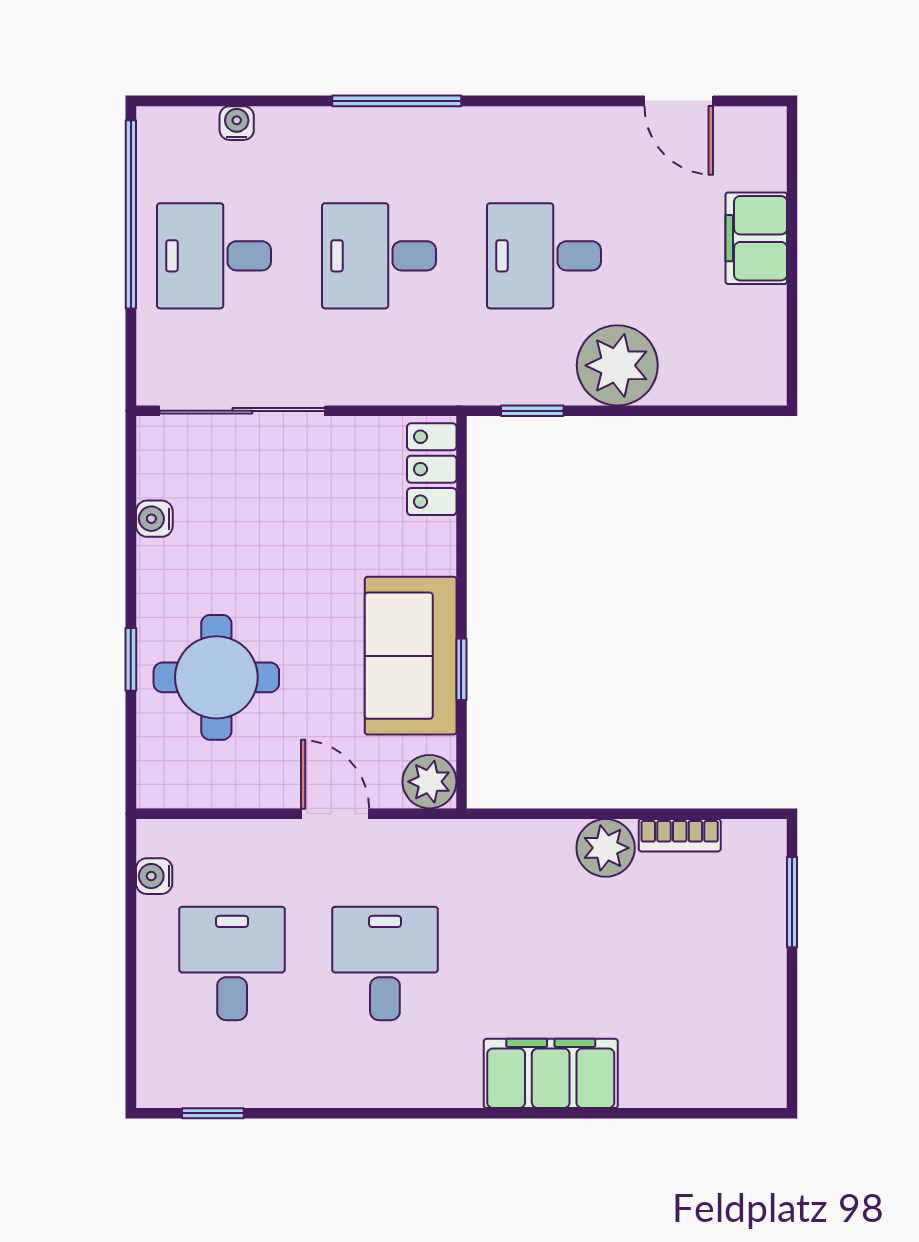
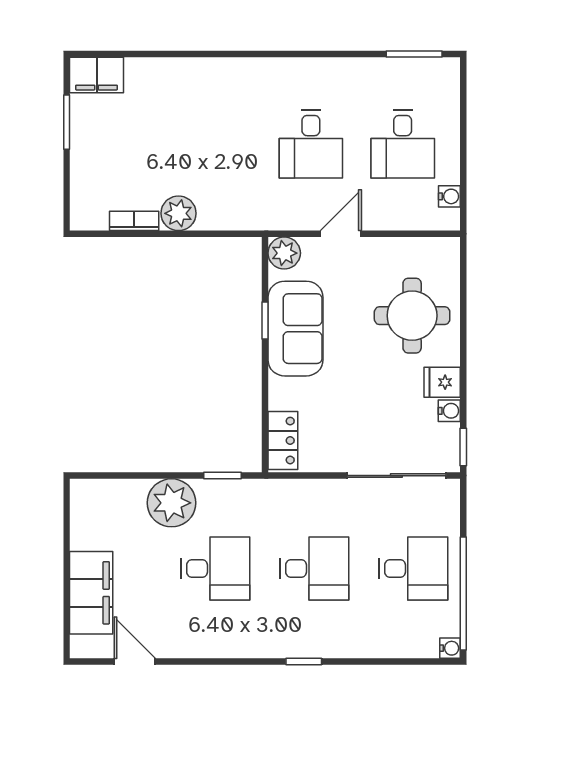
window: (397, 101) -> (304, 661), width x0.46
water cooler: (237, 123) -> (450, 648), moved, turned -90
filing cabinet: (756, 238) -> (91, 593), width x1.50, depth x1.17
fridge: (166, 566) -> (442, 382), added
window: (131, 659) -> (463, 447), moved
door: (335, 814) -> (341, 234), swing flipped
window: (792, 902) -> (67, 122), moved
filing cabinet: (551, 1073) -> (97, 75), moved, width x0.67, depth x0.86
window: (213, 1113) -> (414, 54), width x1.50

